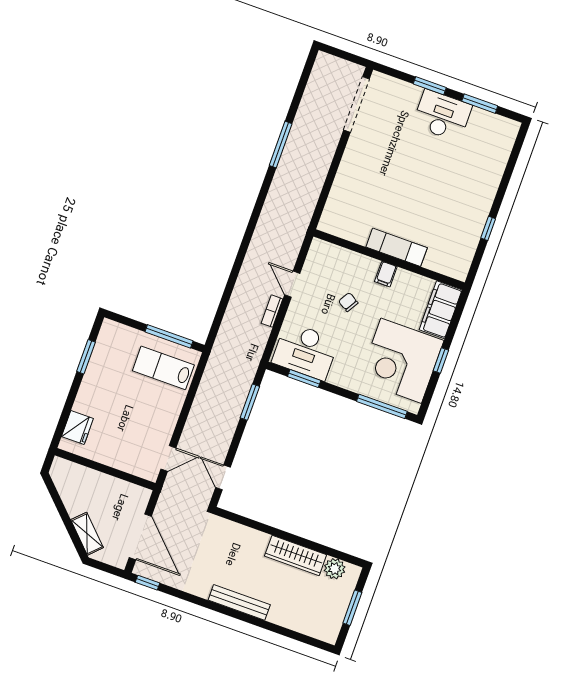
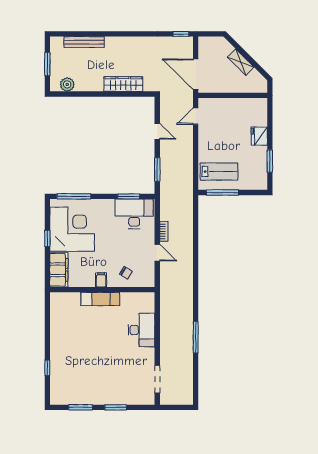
doorway: (356, 104) -> (157, 379), width x0.73
desk: (442, 116) -> (141, 330), moved, turned -90
window: (488, 228) -> (47, 368), moved
chair: (348, 302) -> (126, 273), moved
fridge: (77, 427) -> (259, 136), moved
door: (223, 477) -> (157, 131), moved
shelving: (87, 534) -> (241, 62), moved
door: (140, 537) -> (196, 74), moved
wardrobe: (296, 555) -> (123, 84), moved
bench: (239, 602) -> (84, 42), moved

